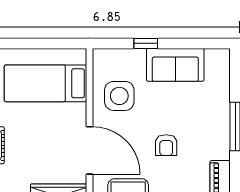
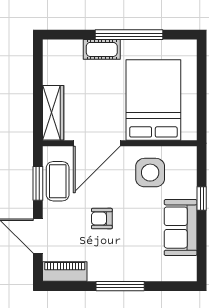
bed: (46, 83) -> (153, 100), width x1.50

